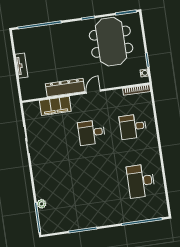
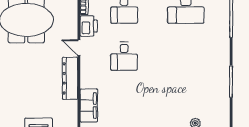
printer: (114, 97) -> (89, 26), added
filing cabinet: (55, 106) -> (89, 106), moved

